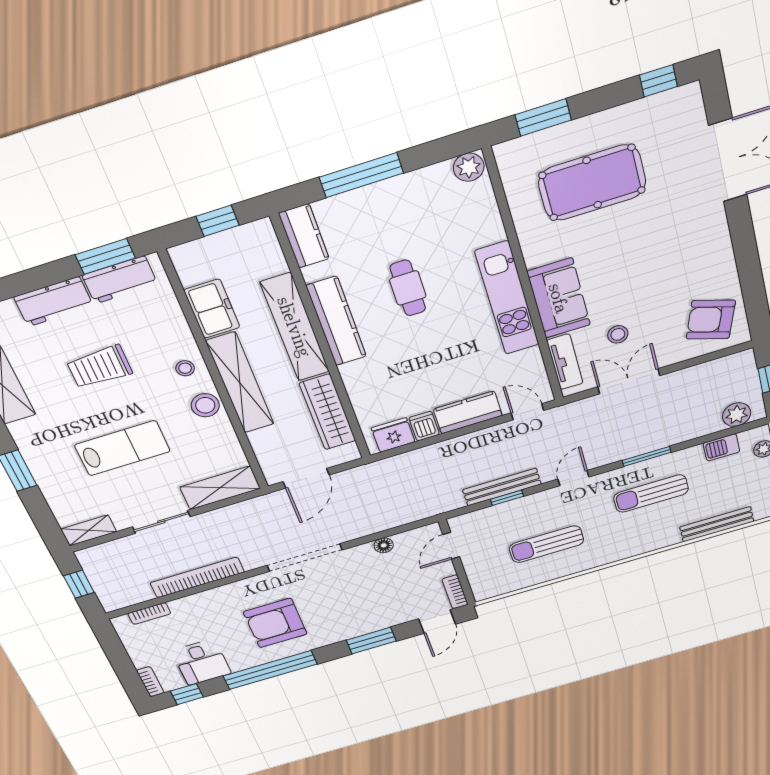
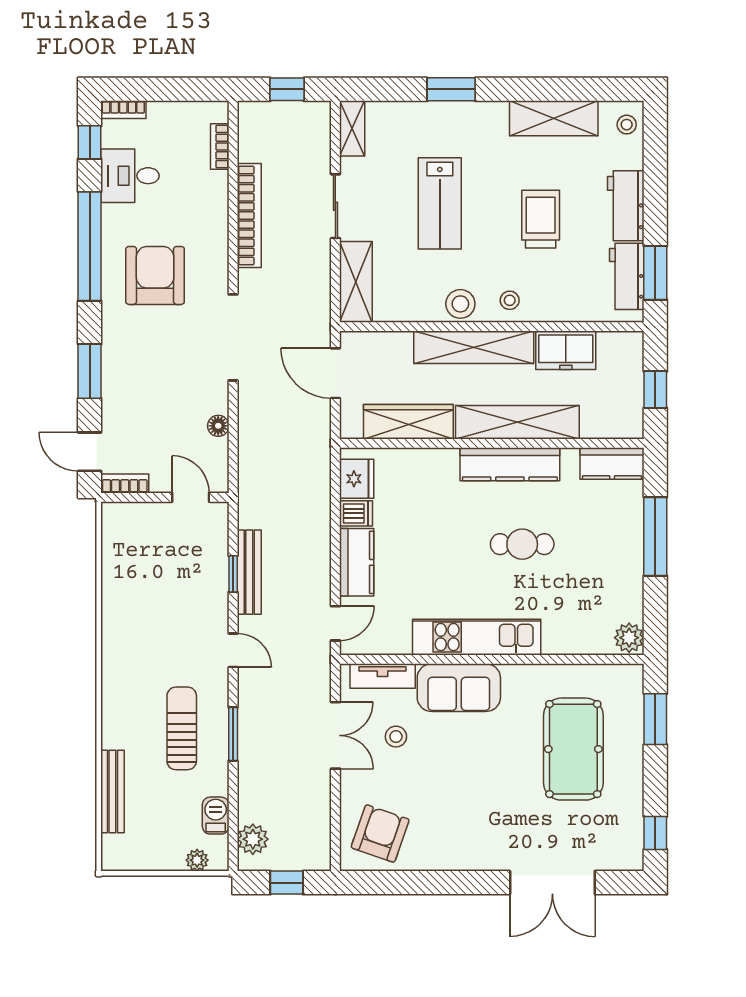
sun lounger: (546, 544) -> (154, 600), removed

